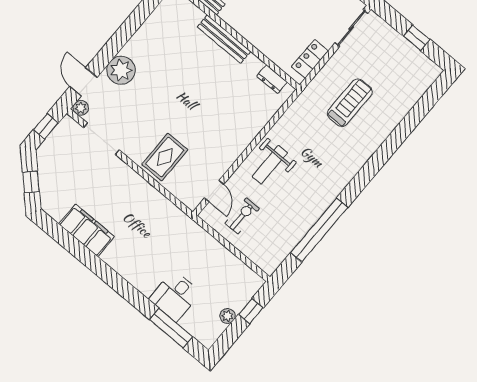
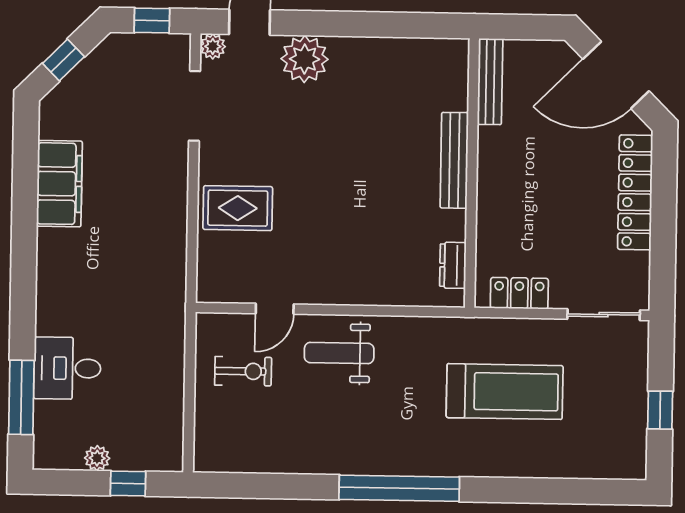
treadmill: (350, 103) -> (505, 392), width x1.37, depth x1.38
door: (214, 191) -> (275, 309), moved
window: (319, 230) -> (399, 488), moved

